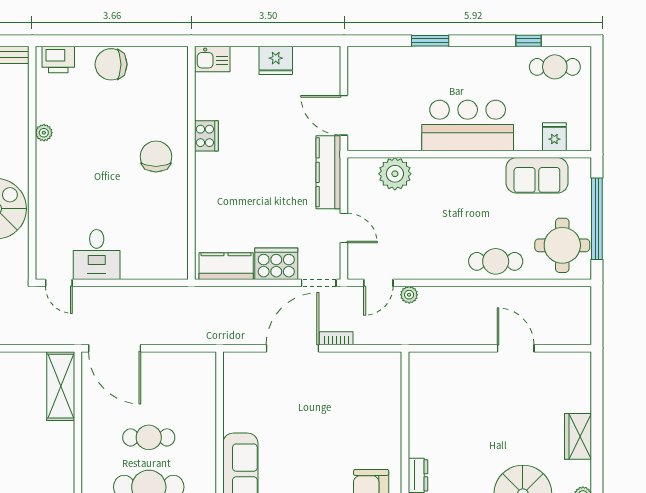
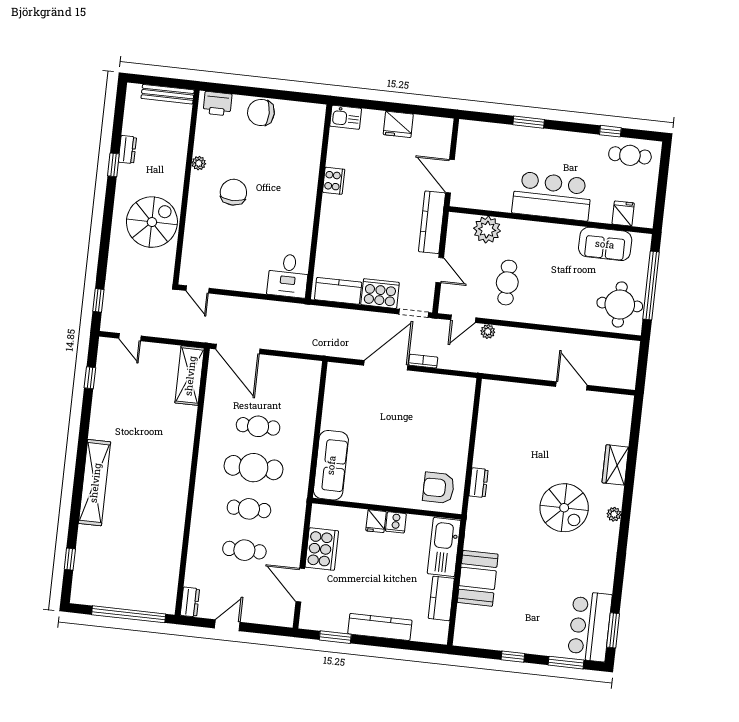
chair: (156, 156) -> (233, 192), moved
desk: (97, 254) -> (288, 276), moved
cafe table: (496, 261) -> (507, 283), moved, turned 90

